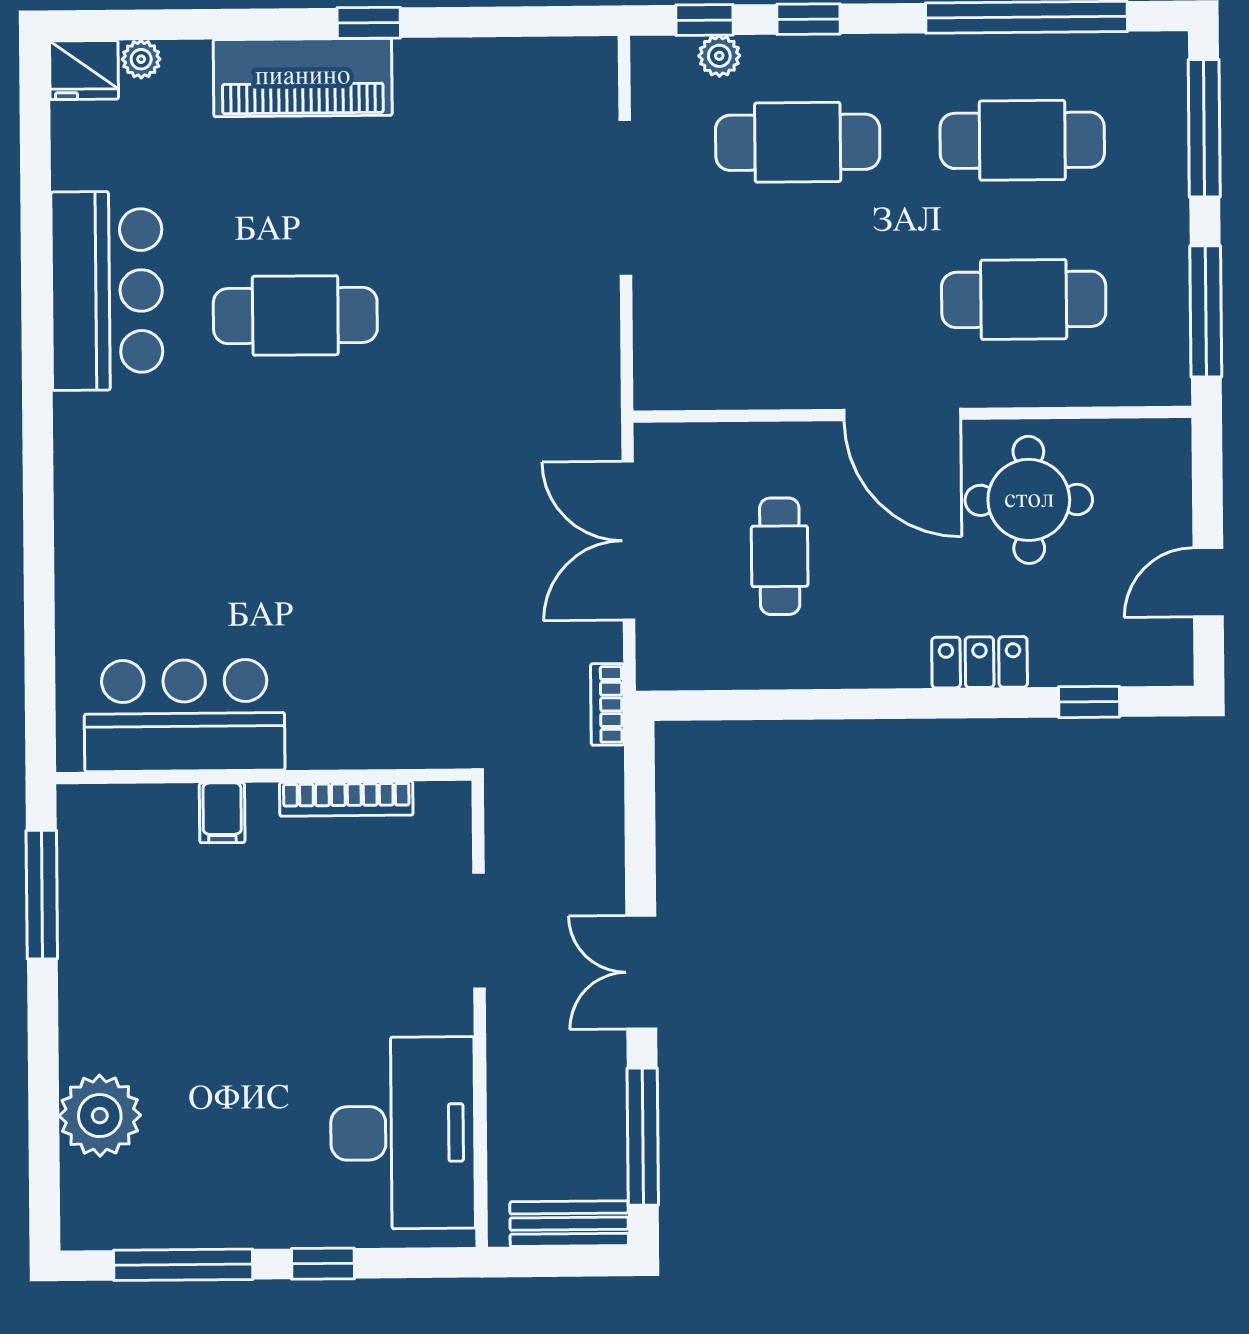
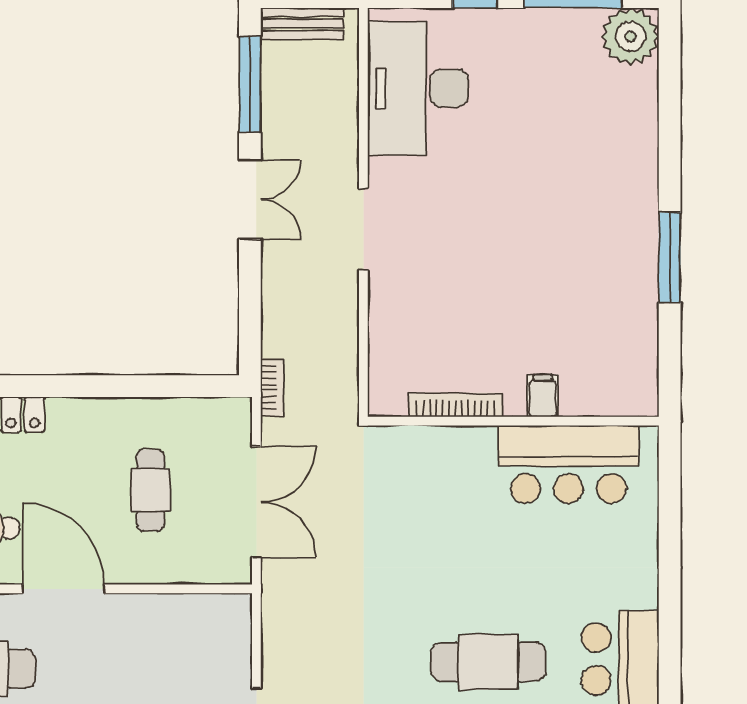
bar counter: (184, 715) -> (569, 464), moved
wall: (264, 776) -> (513, 421), moved
bookcase: (346, 799) -> (456, 405), moved
filing cabinet: (222, 813) -> (543, 396), moved
plant: (100, 1116) -> (630, 36), moved

